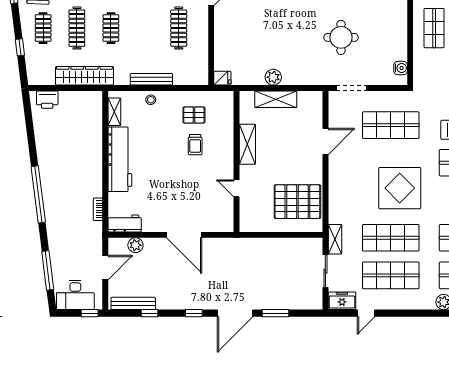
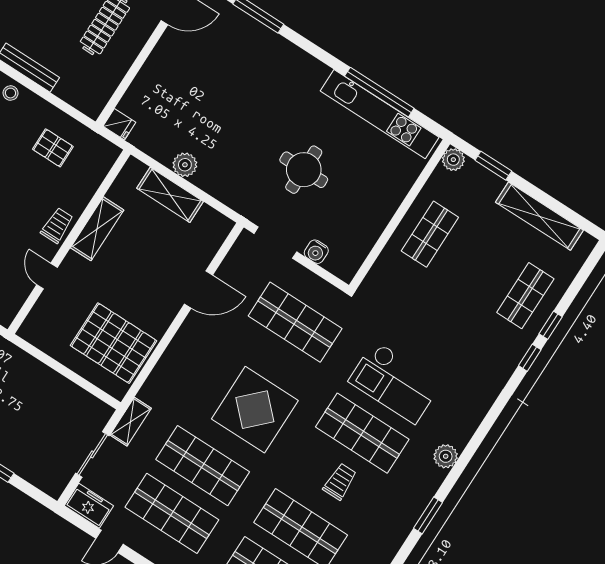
water cooler: (401, 68) -> (316, 252), moved, turned 90
trolley: (195, 145) -> (57, 225), moved, turned 180

